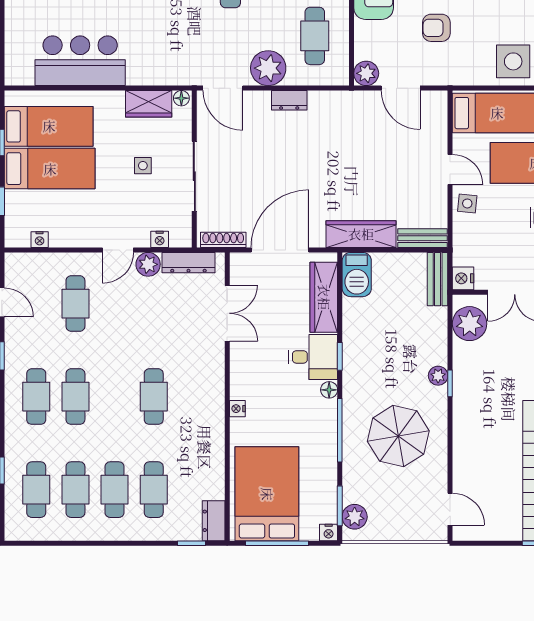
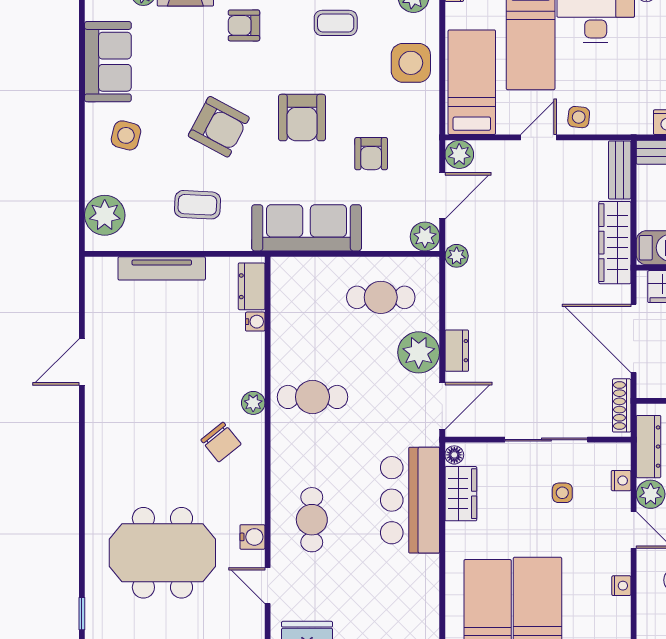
bar counter: (80, 61) -> (410, 500), moved
dresser: (289, 100) -> (457, 351), moved
plant: (350, 100) -> (457, 256), added
plant: (436, 102) -> (459, 154), added
side table: (143, 166) -> (562, 493), moved
nightstand: (40, 240) -> (621, 586), moved

